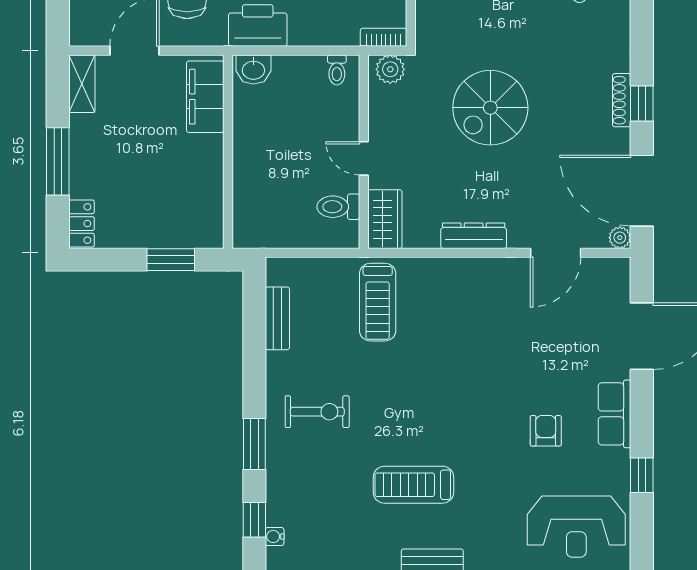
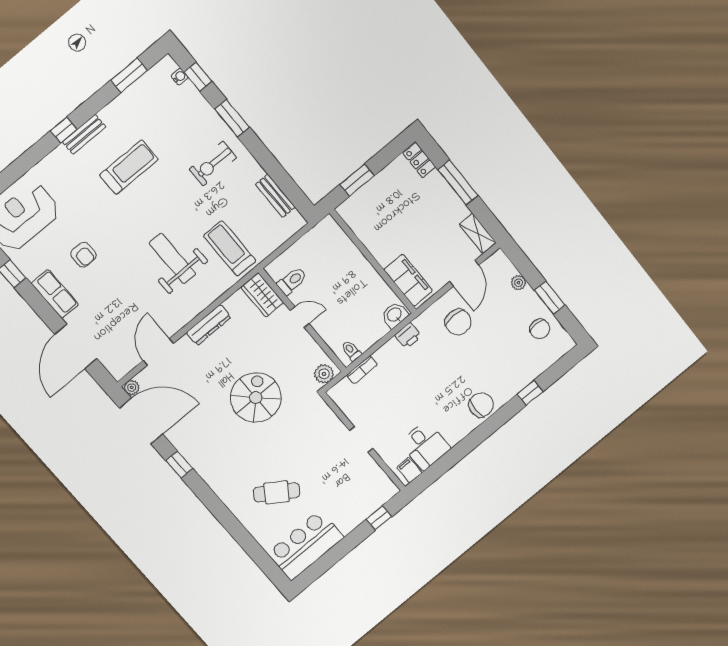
printer: (258, 26) -> (408, 336), width x0.53, depth x0.68
bookcase: (384, 37) -> (362, 370), moved
shoe rack: (622, 100) -> (191, 458), removed
weight bench: (451, 344) -> (172, 258), added

